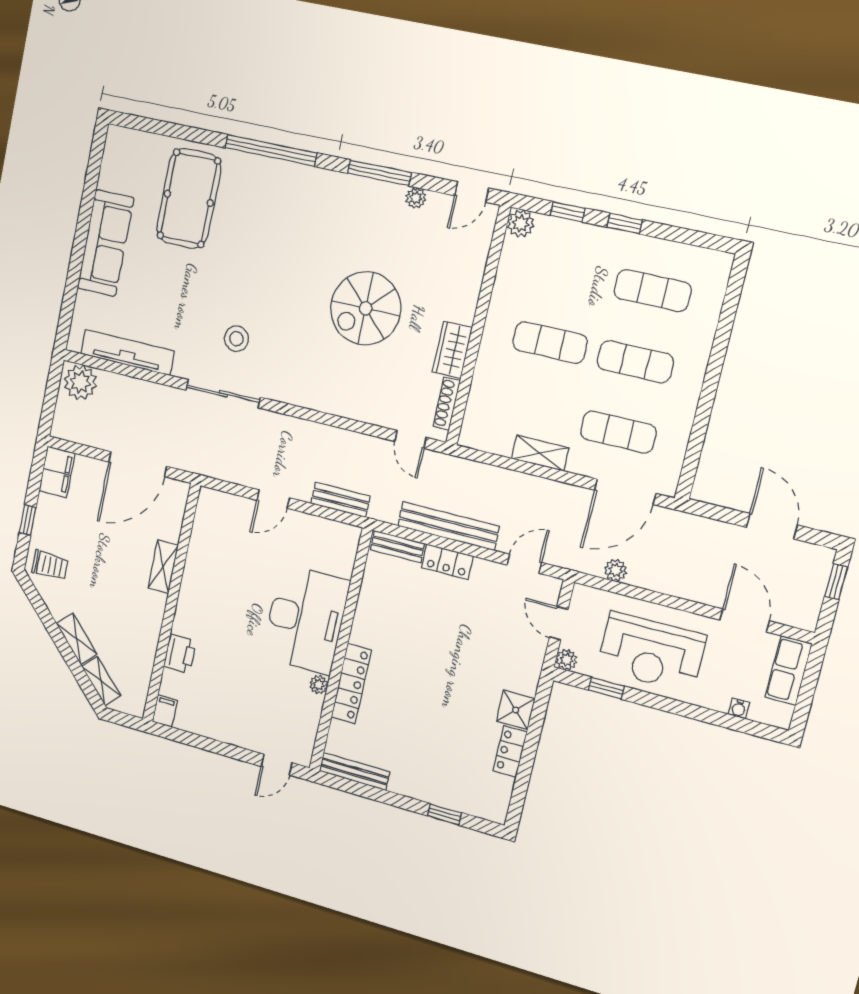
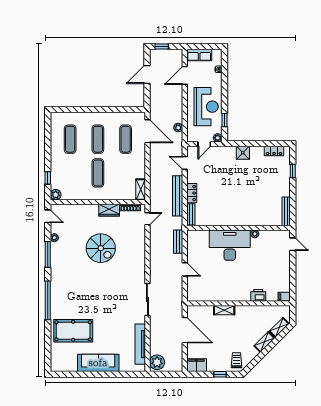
window: (625, 224) -> (48, 155), removed
stool: (236, 339) -> (124, 299), removed
shelving: (540, 453) -> (141, 189), moved
locker: (351, 683) -> (251, 221), removed
locker: (510, 751) -> (274, 151), moved

